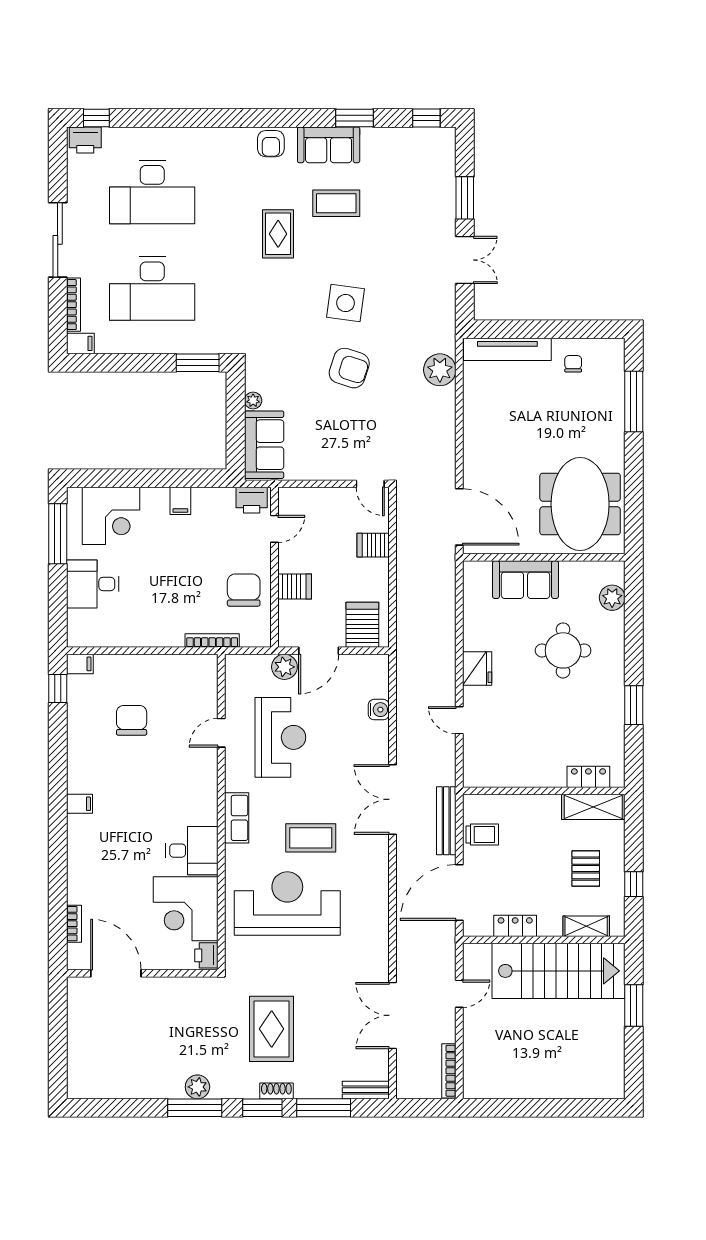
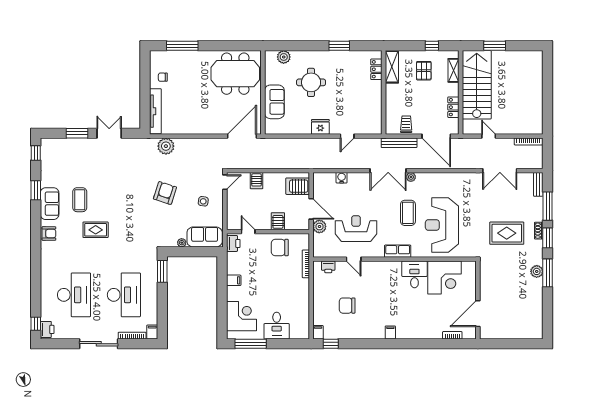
side table: (346, 303) -> (203, 201), moved, width x0.54, depth x0.54
plant: (380, 844) -> (411, 177), added
pallet: (586, 869) -> (424, 71), turned 90
printer: (206, 955) -> (328, 267), moved

